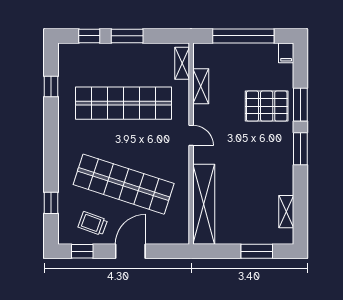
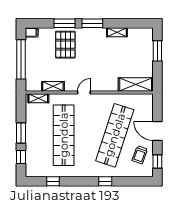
window: (51, 203) -> (105, 181), moved
shelving: (204, 204) -> (136, 85), width x0.68
shelving: (286, 212) -> (117, 32), moved

